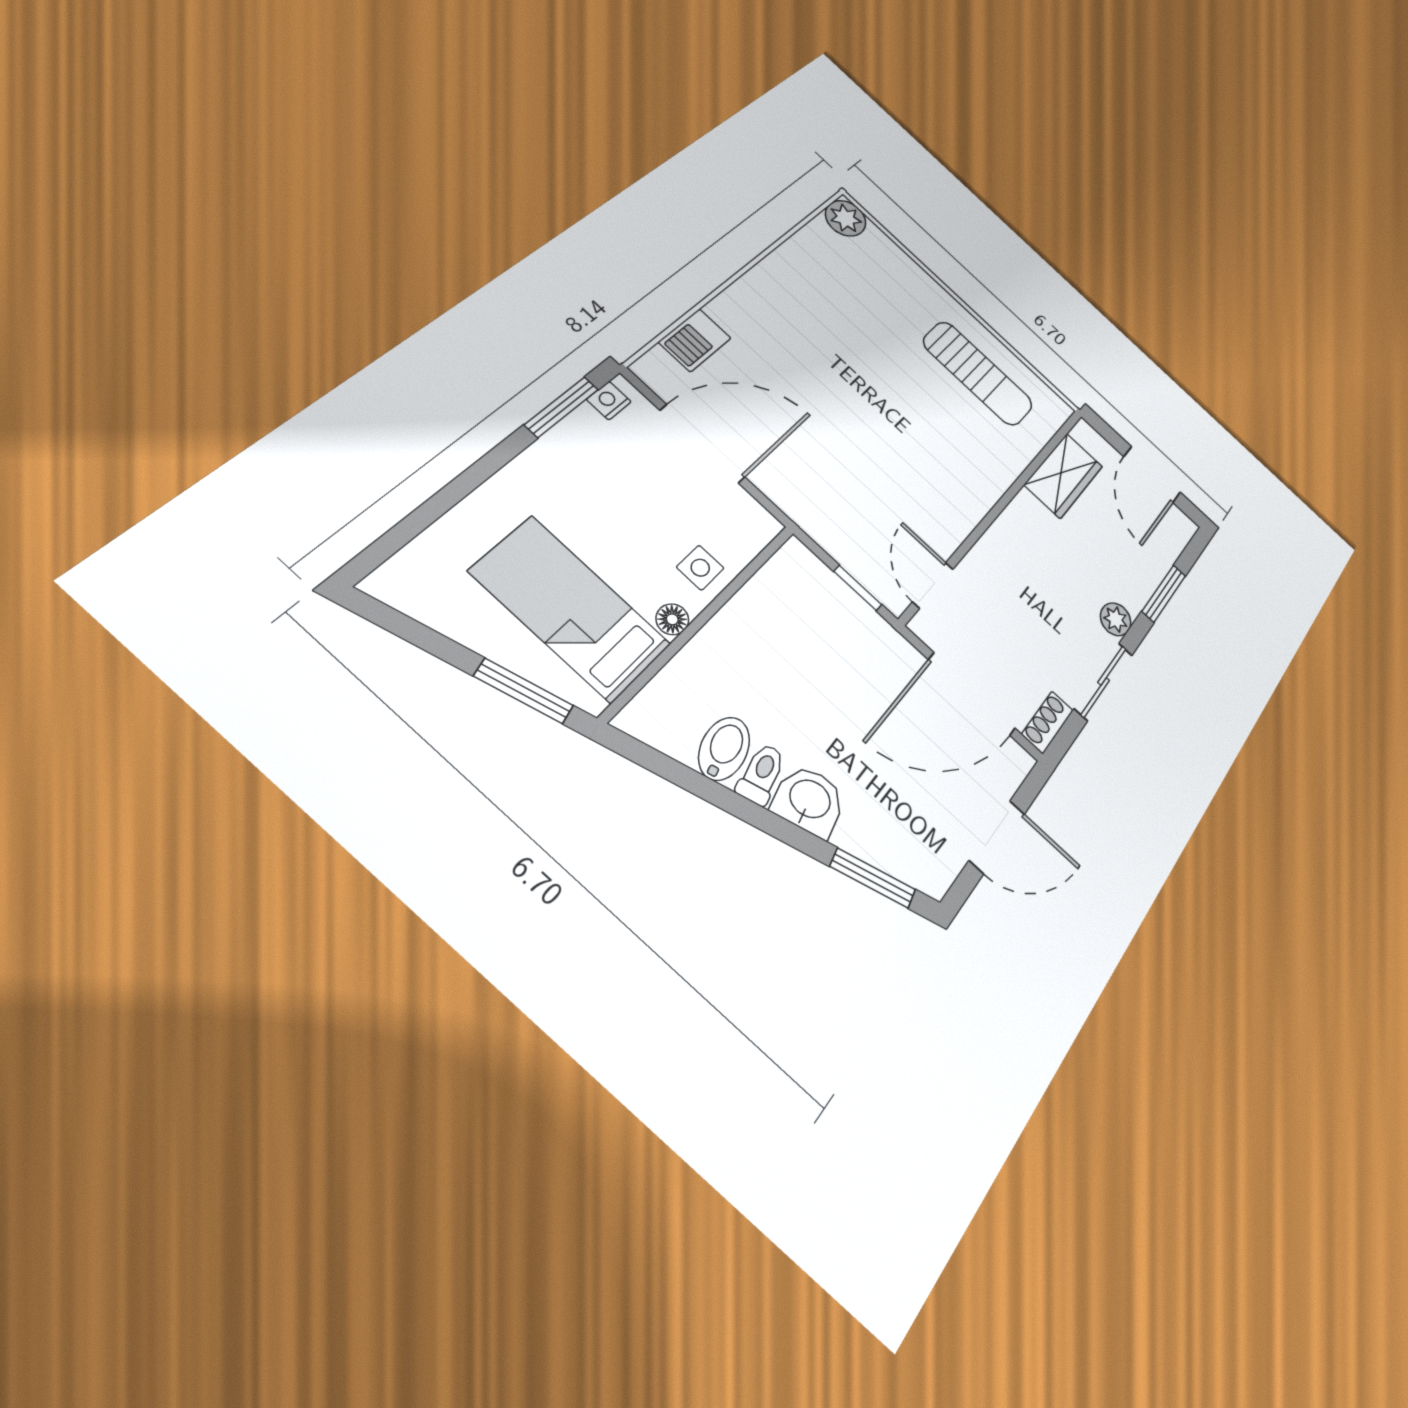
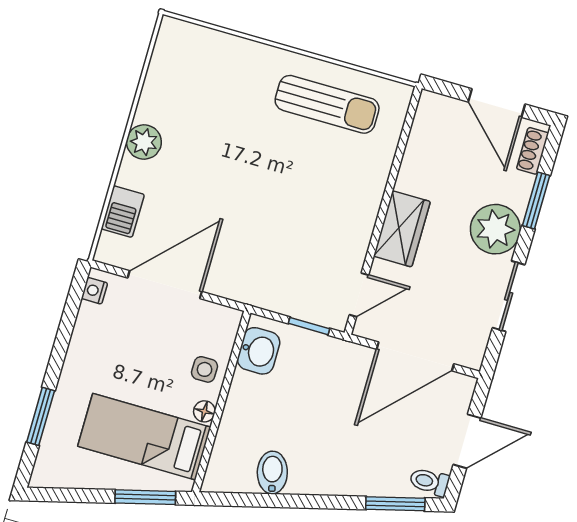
plant: (846, 218) -> (144, 142), moved
window: (562, 407) -> (41, 416), moved
wardrobe: (1064, 475) -> (402, 229), moved
door: (933, 585) -> (359, 295), swing flipped
plant: (1116, 619) -> (495, 229), width x1.87, depth x1.87
shoe rack: (1047, 722) -> (533, 151), moved
toilet: (761, 774) -> (429, 482), moved, turned -76
washbasin: (809, 800) -> (259, 351), moved, turned 104

